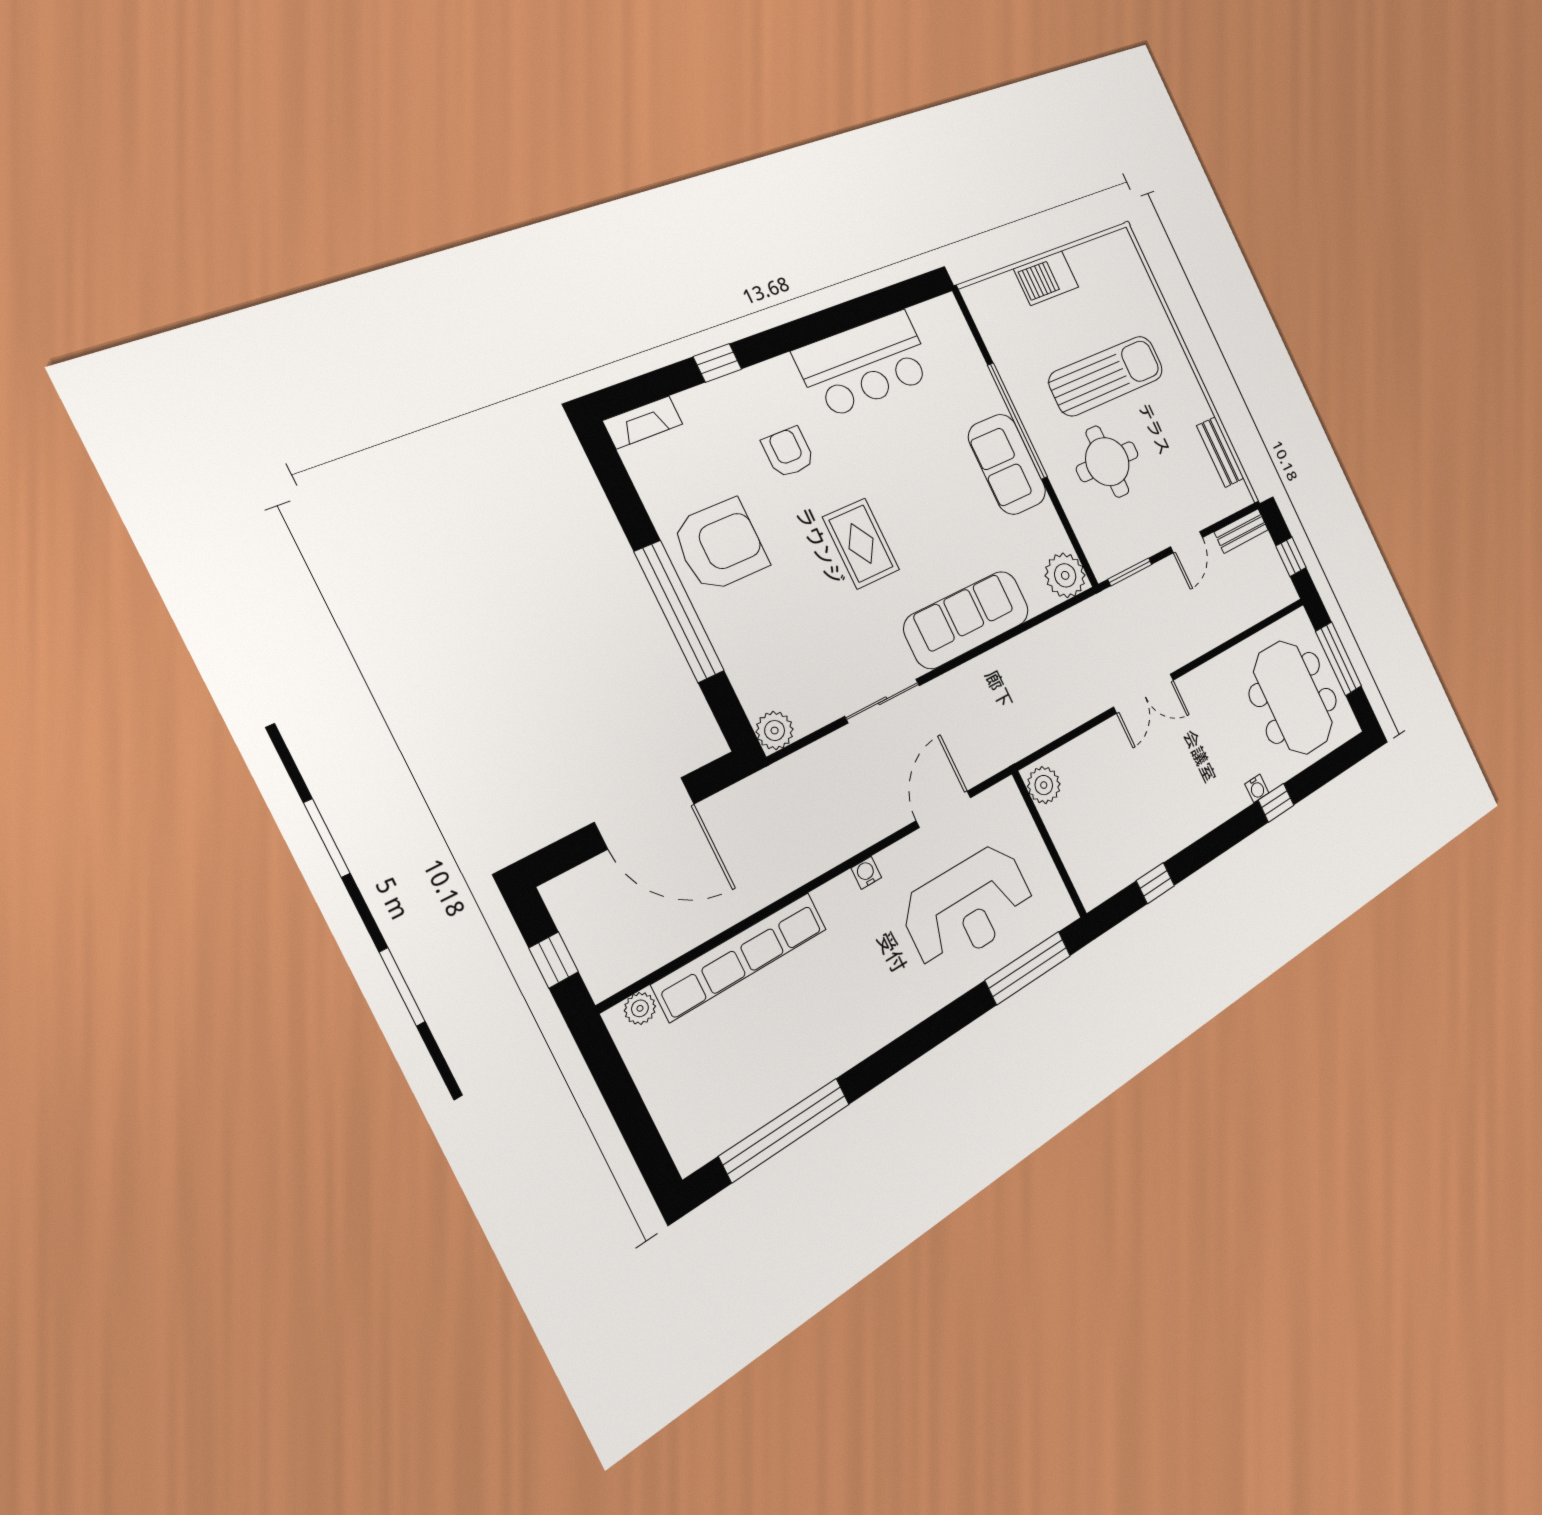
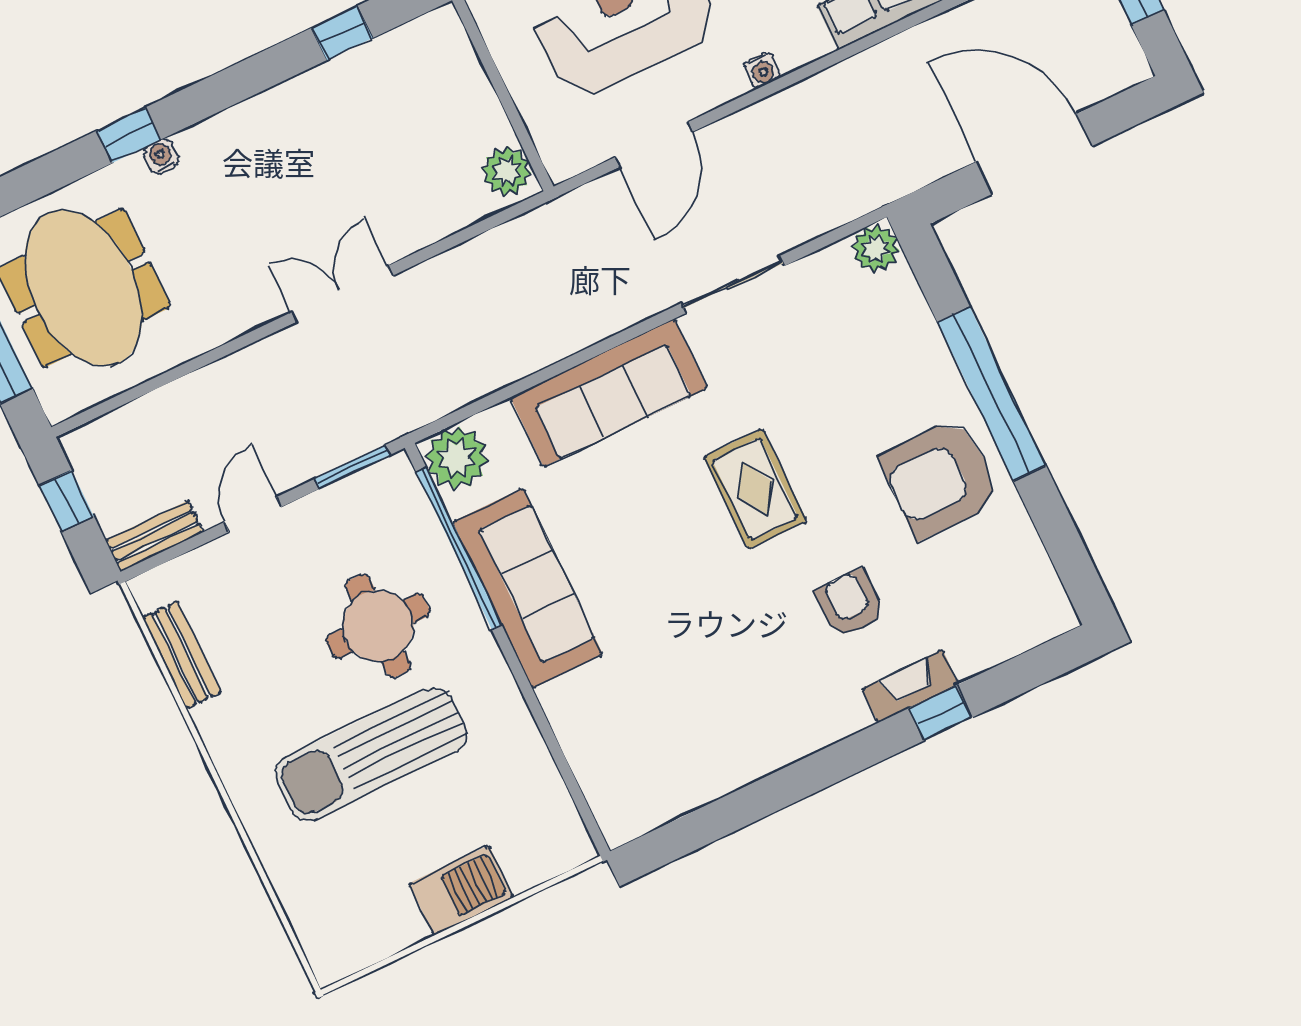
bar counter: (865, 364) -> (742, 733), removed
window: (1017, 421) -> (459, 548), moved
fireplace: (643, 422) -> (910, 686), moved
armchair: (788, 452) -> (850, 603), turned 180
sofa: (1007, 464) -> (528, 588), width x1.36

